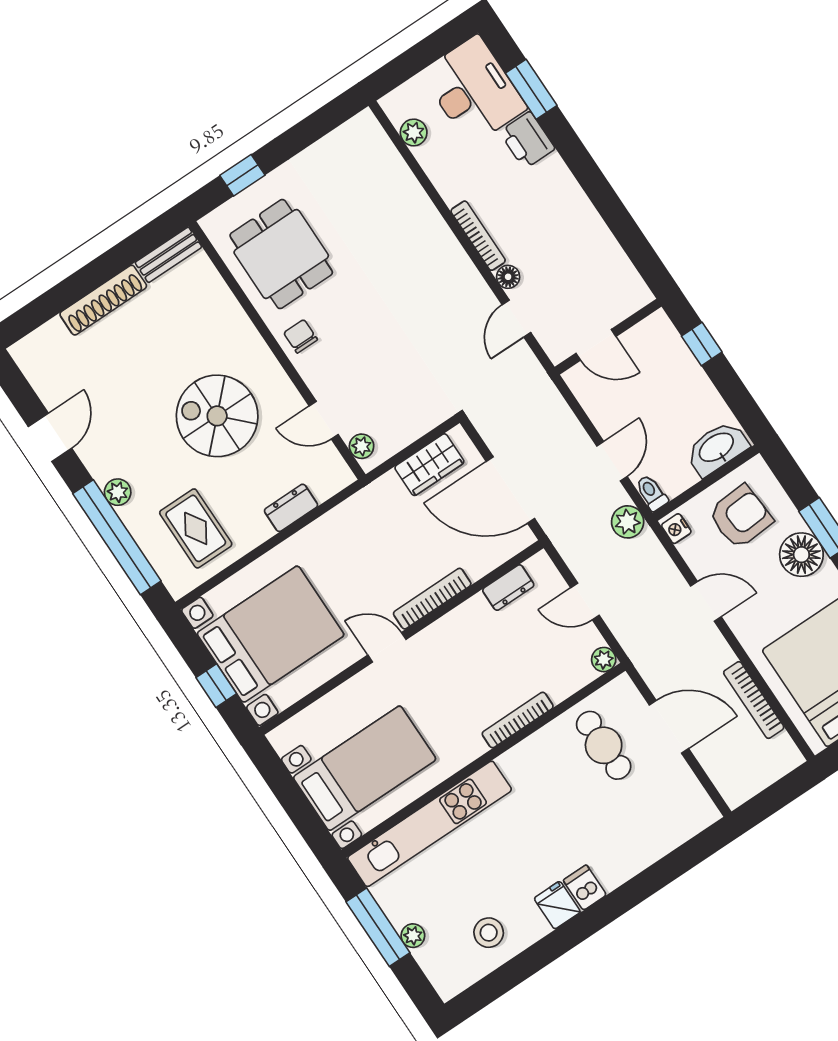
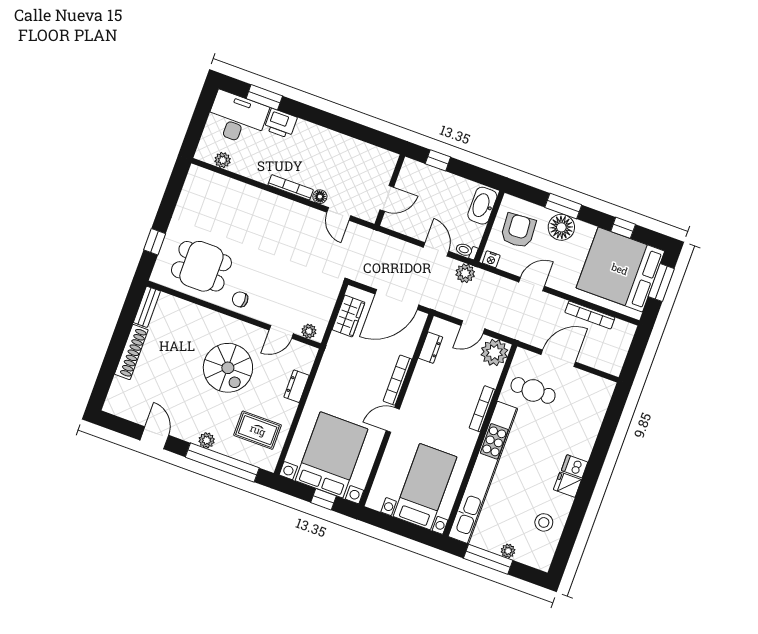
spiral stairs: (217, 416) -> (228, 368), turned -90
plant: (604, 660) -> (494, 353), width x1.88, depth x1.88
kitchen unit: (429, 824) -> (483, 473), width x1.36

